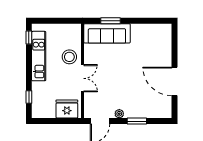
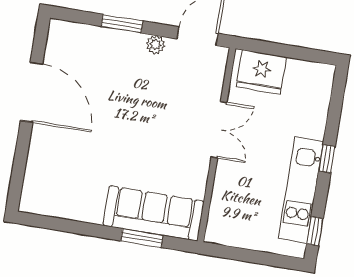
stool: (69, 57) -> (238, 178), removed
double door: (82, 78) -> (219, 130), swing flipped
window: (29, 97) -> (327, 159), moved

